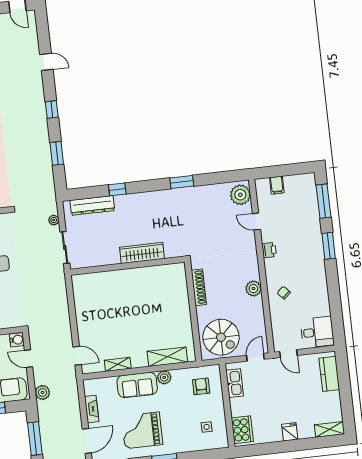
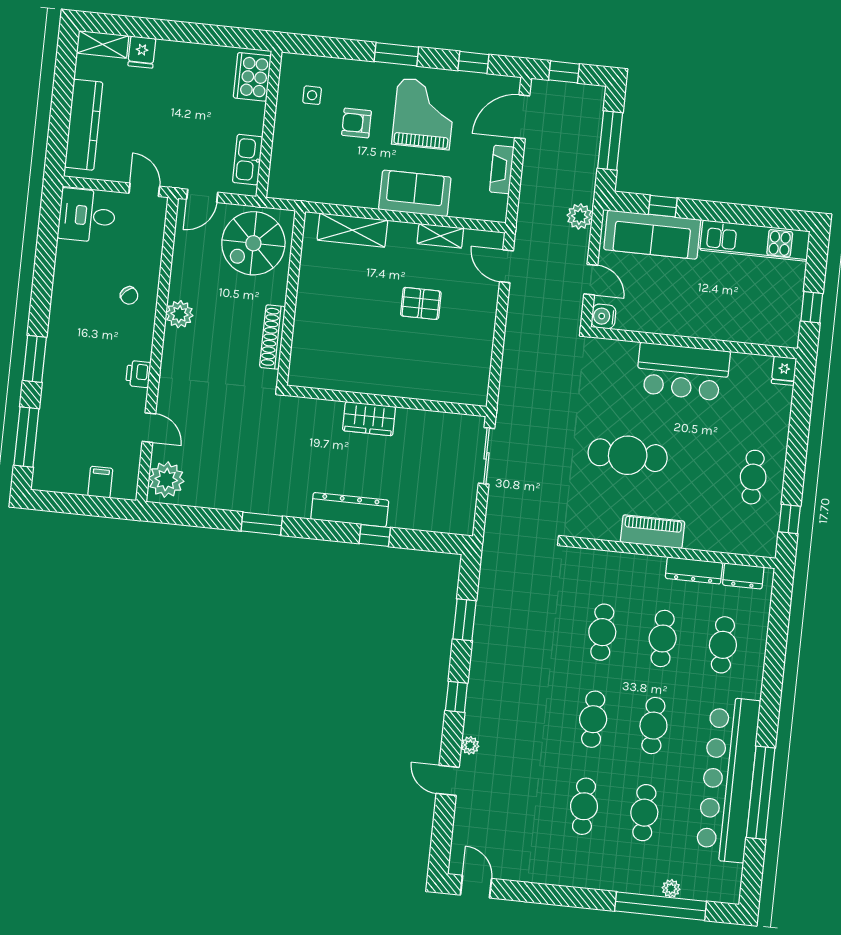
dresser: (92, 205) -> (350, 510), moved
plant: (54, 220) -> (470, 745), moved
wardrobe: (142, 253) -> (369, 419), width x0.67
pallet: (120, 324) -> (421, 303), added
spiral stairs: (221, 337) -> (253, 243), turned -90
kitchen counter: (329, 374) -> (84, 125), width x1.50
plant: (164, 377) -> (366, 196), removed
armchair: (201, 386) -> (356, 123), moved, turned 90
grand piano: (142, 430) -> (424, 114), turned -90
fridge: (290, 432) -> (142, 52), moved

